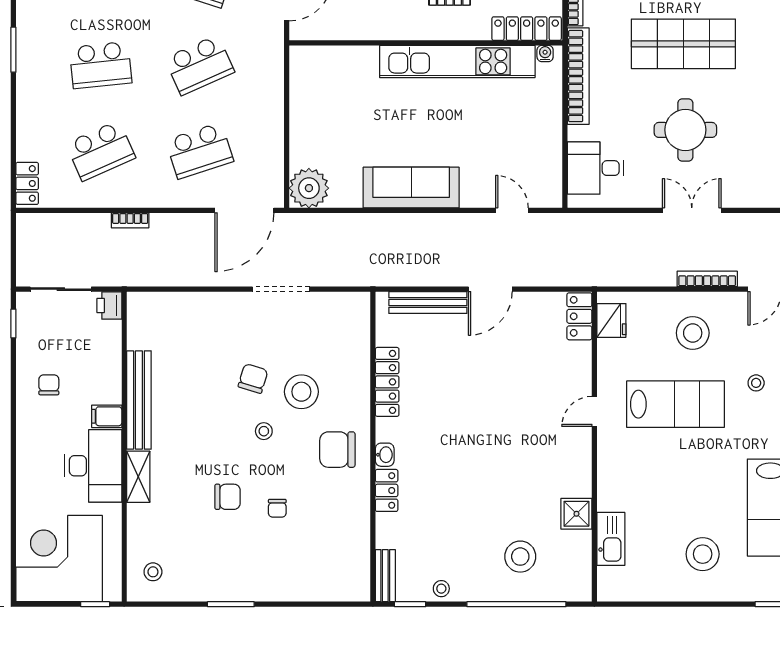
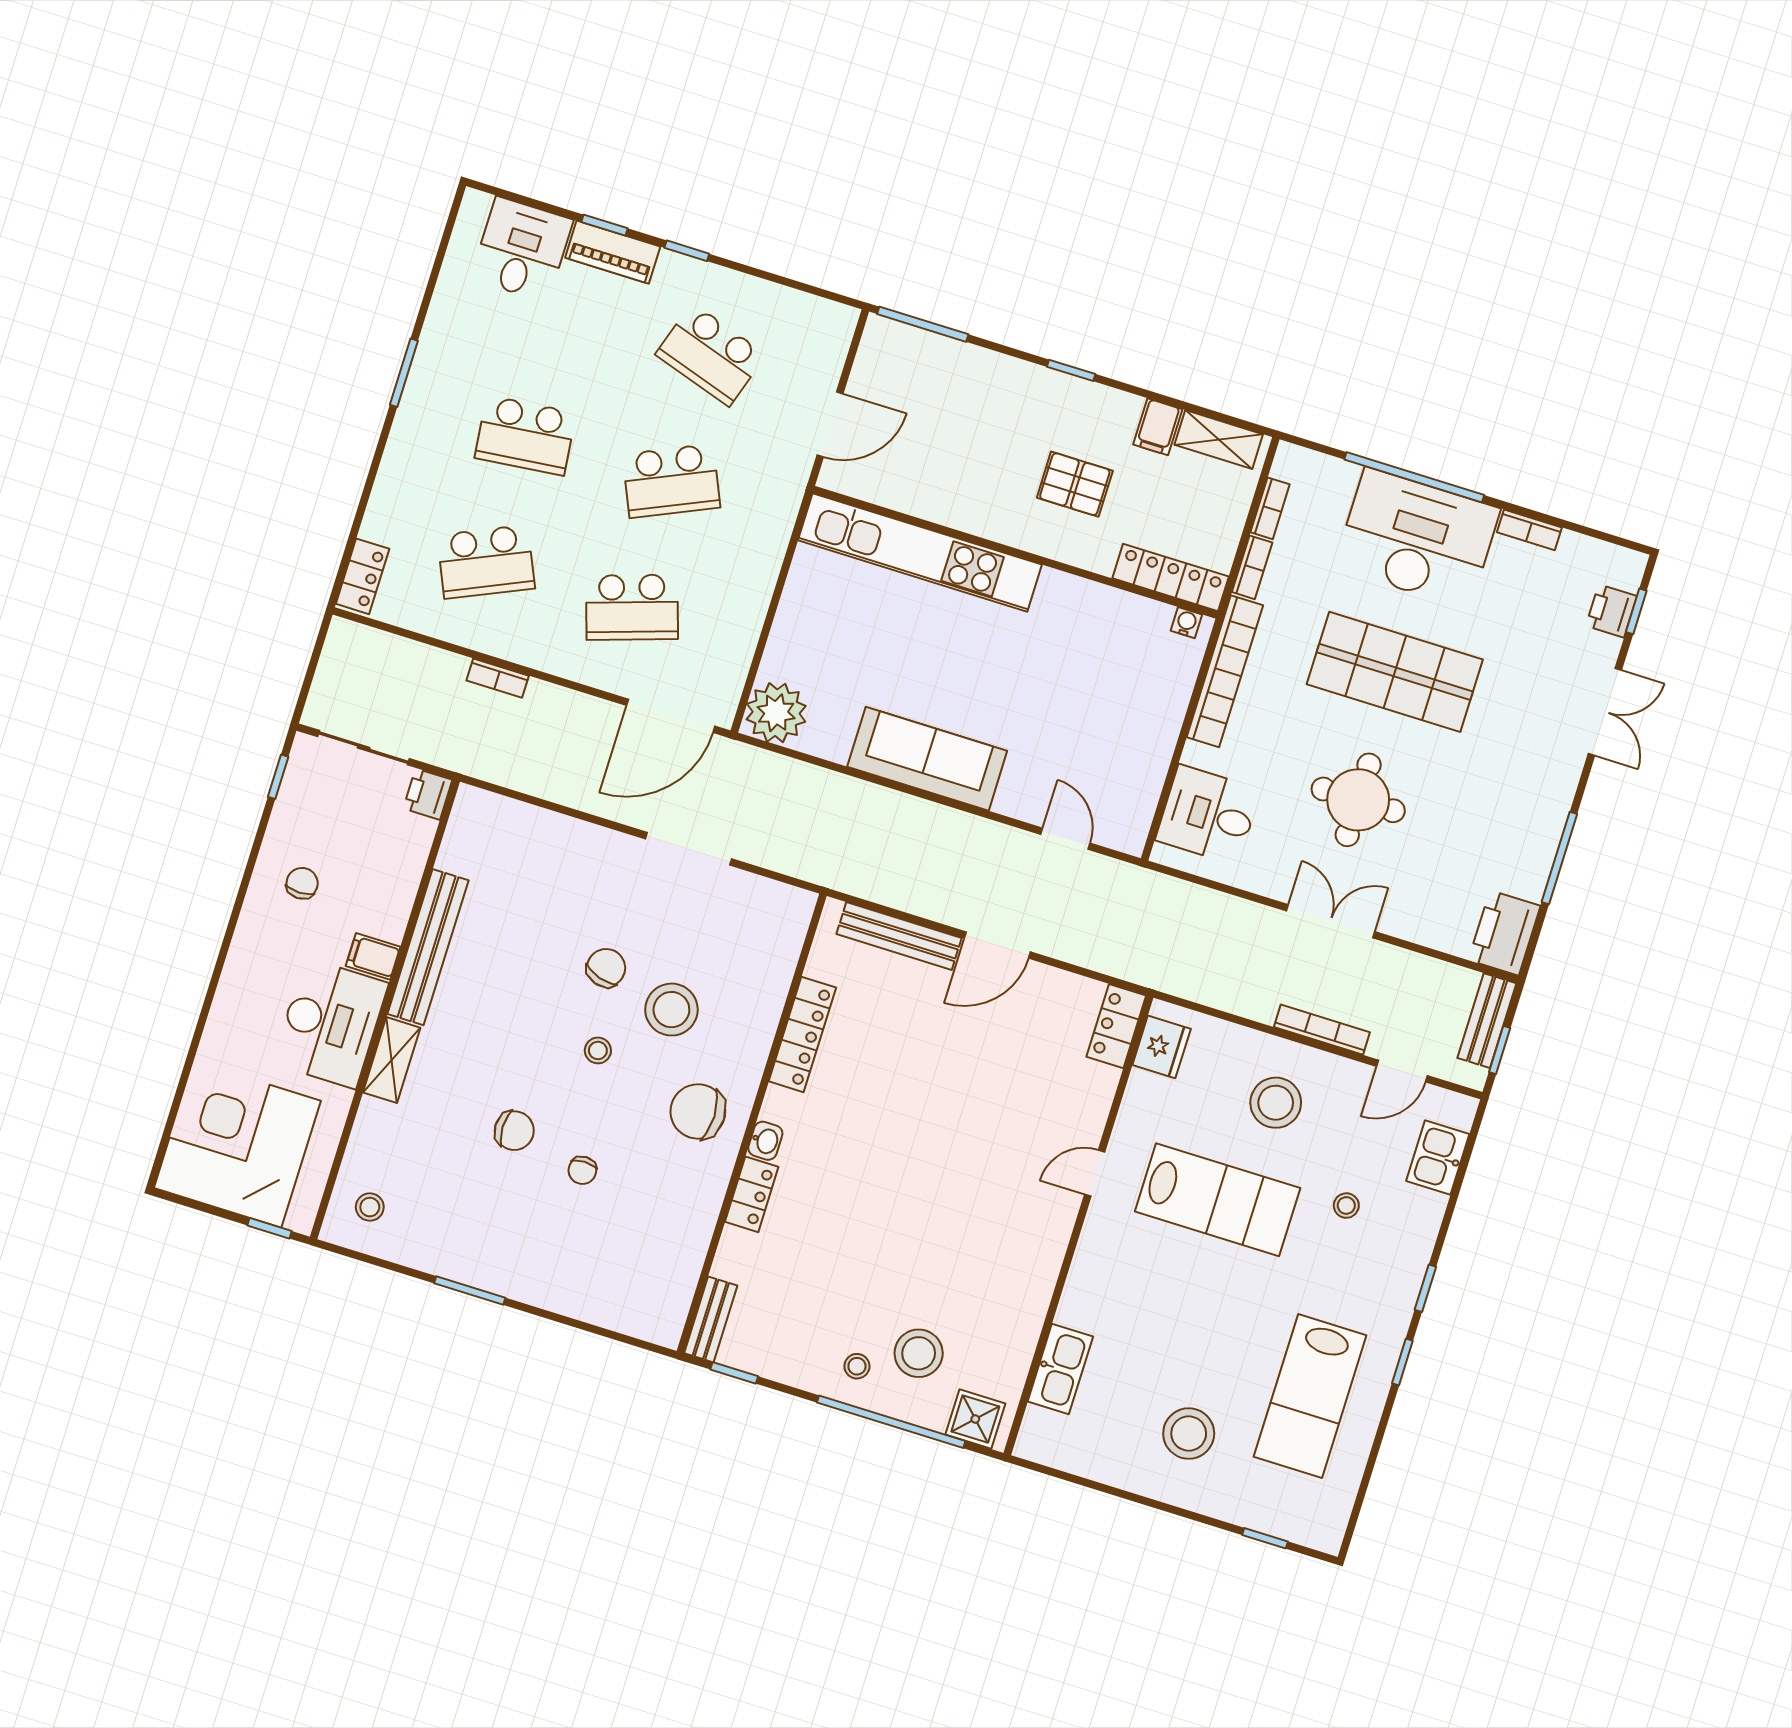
kitchen unit: (457, 61) -> (920, 552), moved
shower: (576, 514) -> (975, 1419), moved
stool: (441, 589) -> (857, 1366), moved

